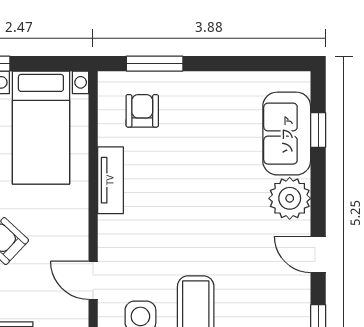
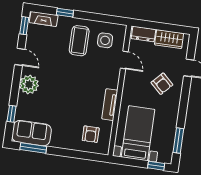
window: (155, 64) -> (33, 148), moved
sofa: (287, 134) -> (32, 133), moved, turned -90

